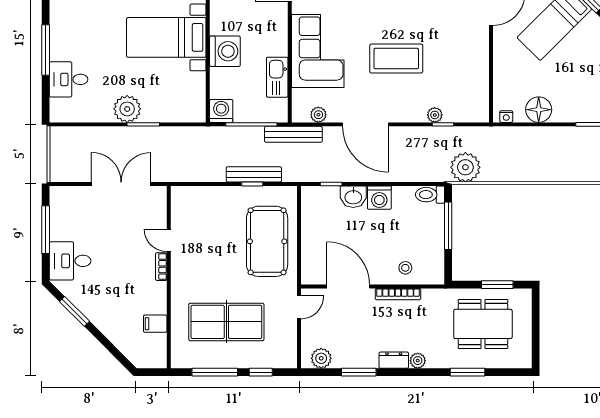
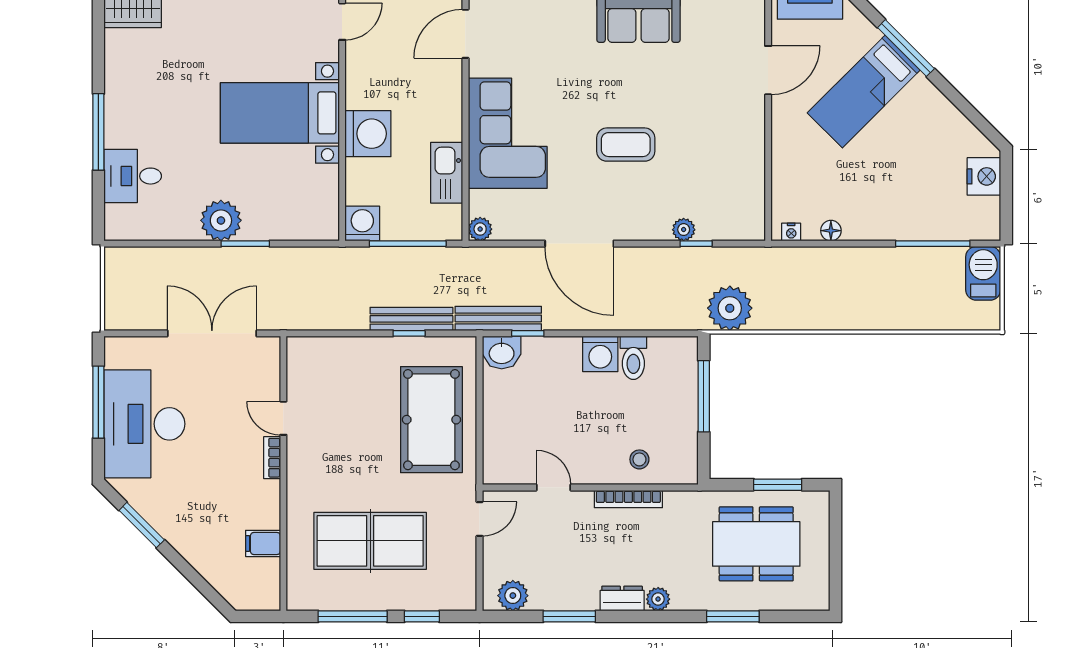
coffee table: (396, 59) -> (626, 145), width x0.73, depth x0.76
floor lamp: (539, 110) -> (831, 231), width x0.53, depth x0.53
plant: (318, 115) -> (480, 229), moved
bench: (293, 134) -> (498, 318), moved
toilet: (430, 195) -> (633, 358), moved, turned -90
washbasin: (353, 197) -> (502, 352), moved
desk: (70, 261) -> (144, 424), width x1.87, depth x1.30
door: (348, 286) -> (554, 487), width x0.53

